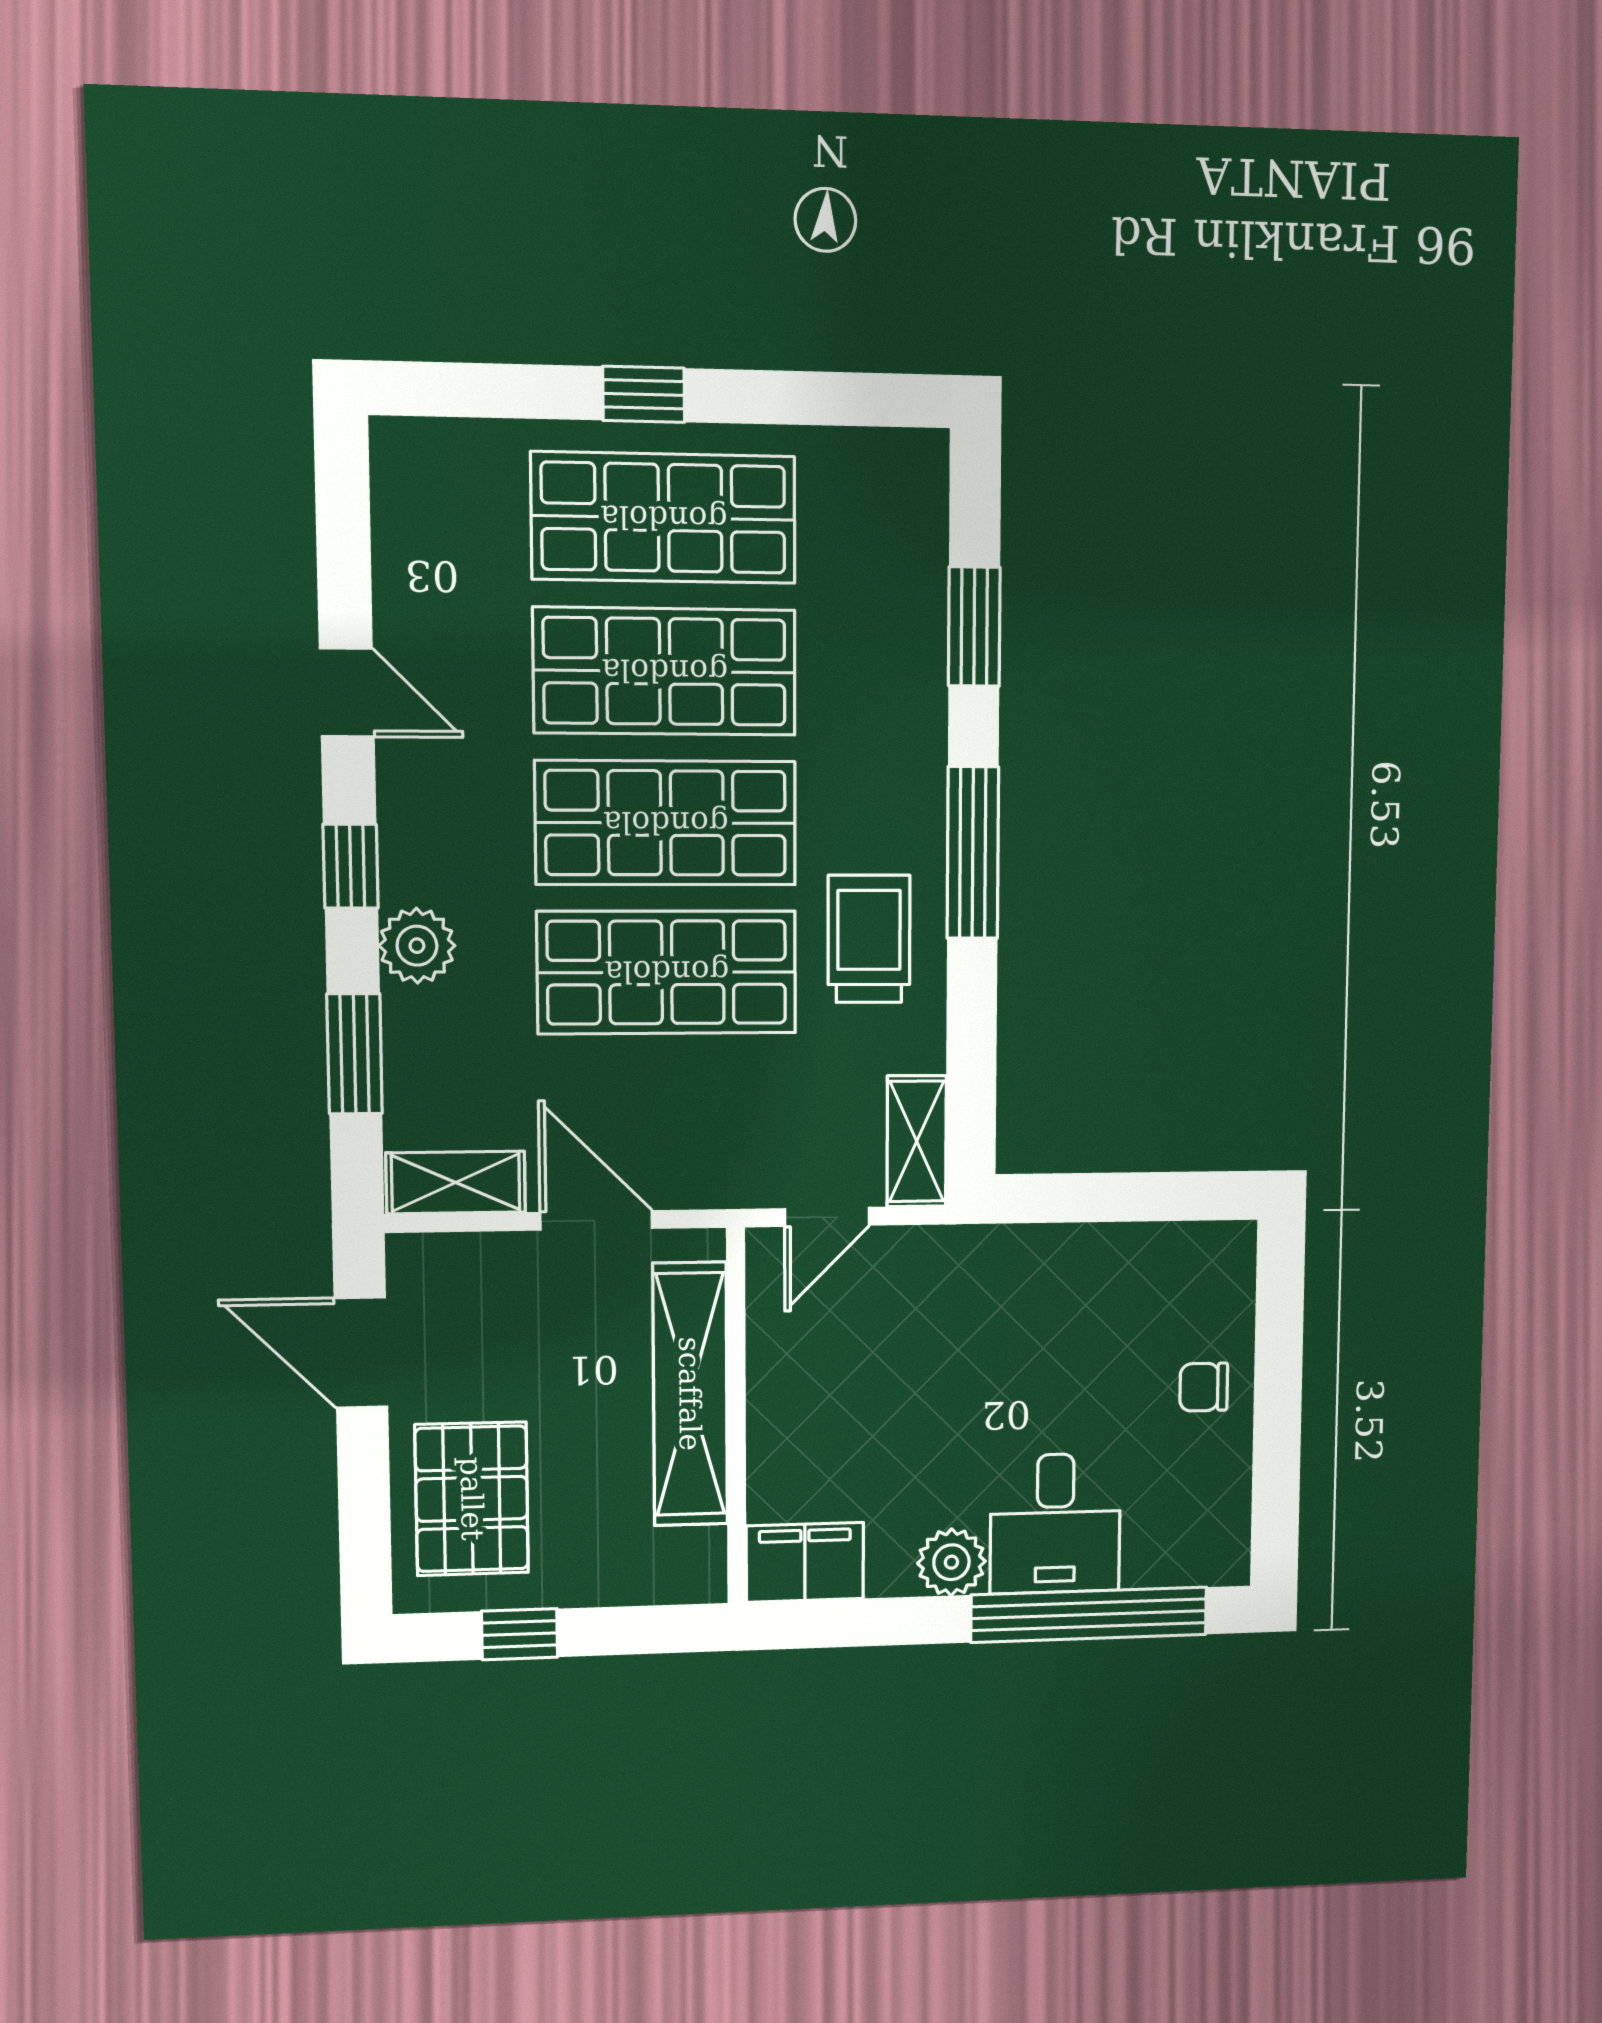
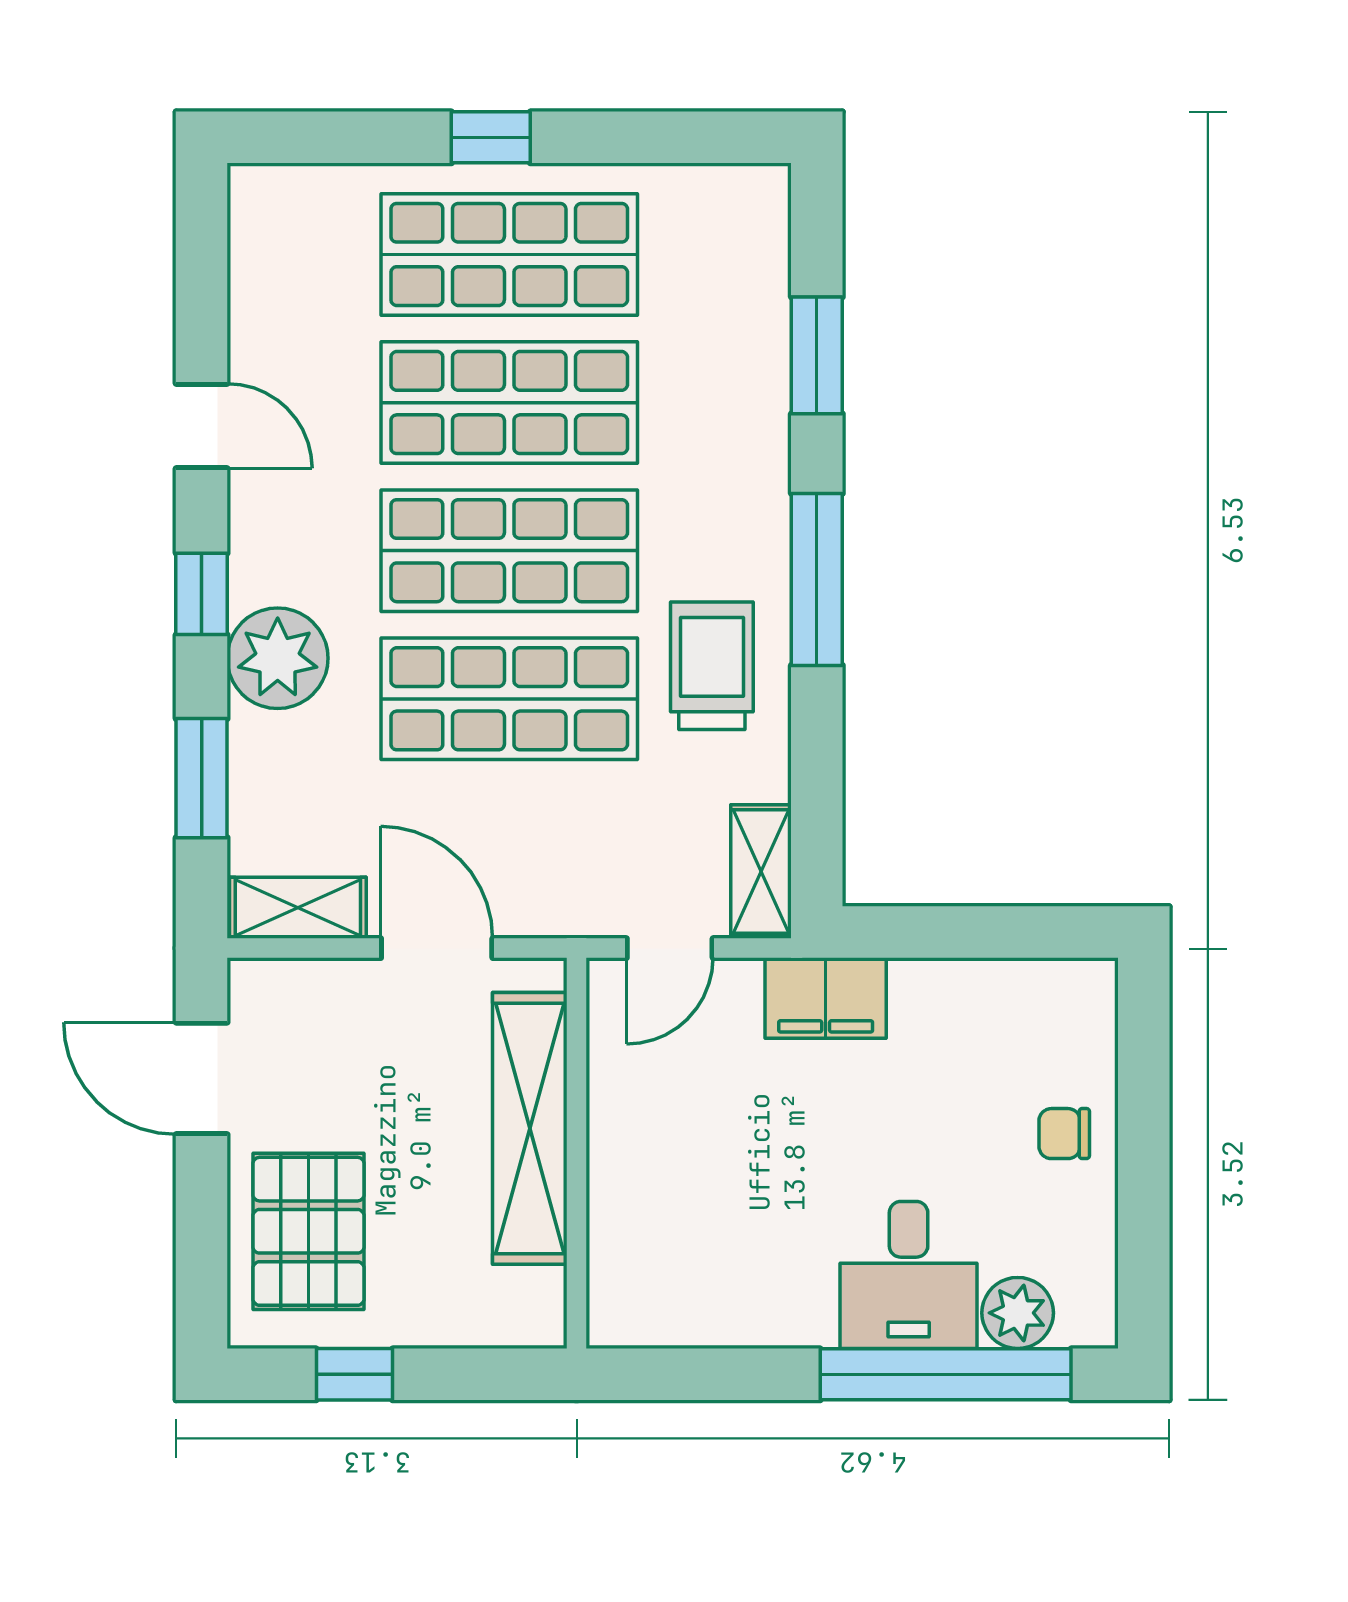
plant: (417, 946) -> (278, 658), width x1.36, depth x1.36
filing cabinet: (805, 1562) -> (826, 998), moved, turned 180
plant: (951, 1562) -> (1018, 1313), moved

